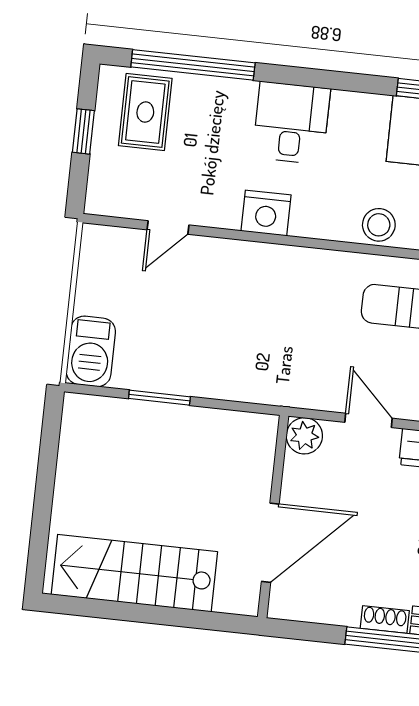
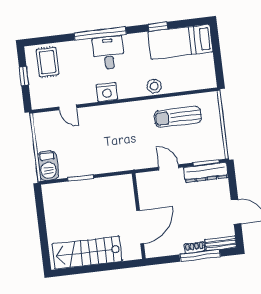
window: (193, 65) -> (100, 34), moved
door: (168, 227) -> (68, 107), hinge flipped
plant: (304, 436) -> (144, 180), removed

